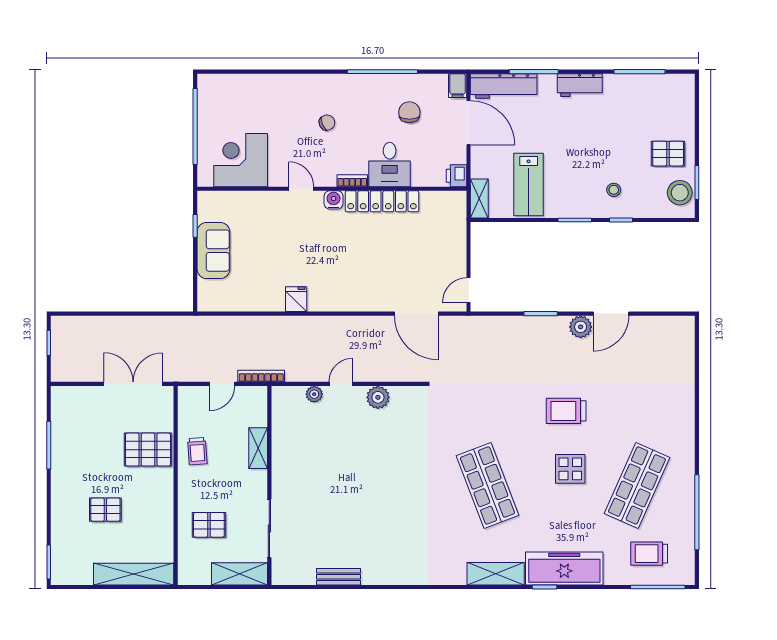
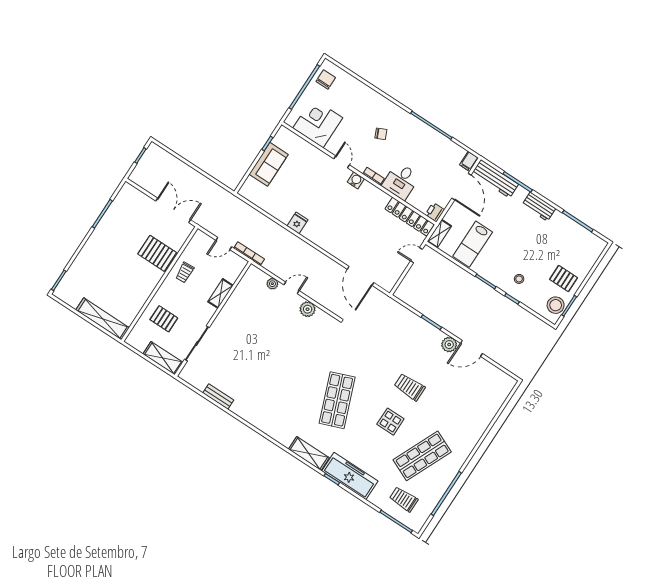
chair: (409, 112) -> (326, 80), moved
locker: (382, 201) -> (410, 217), moved
door: (469, 290) -> (417, 255), moved
pallet: (105, 510) -> (111, 272), removed

